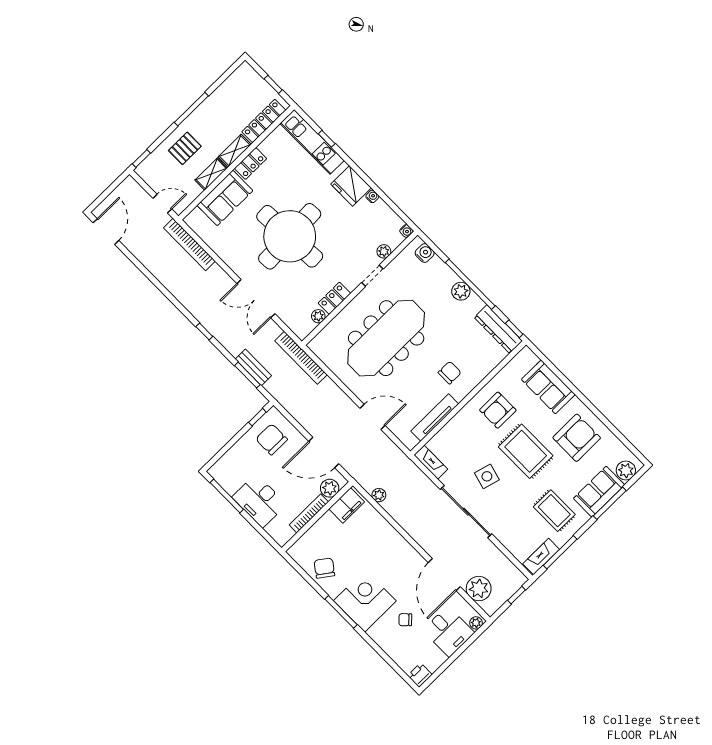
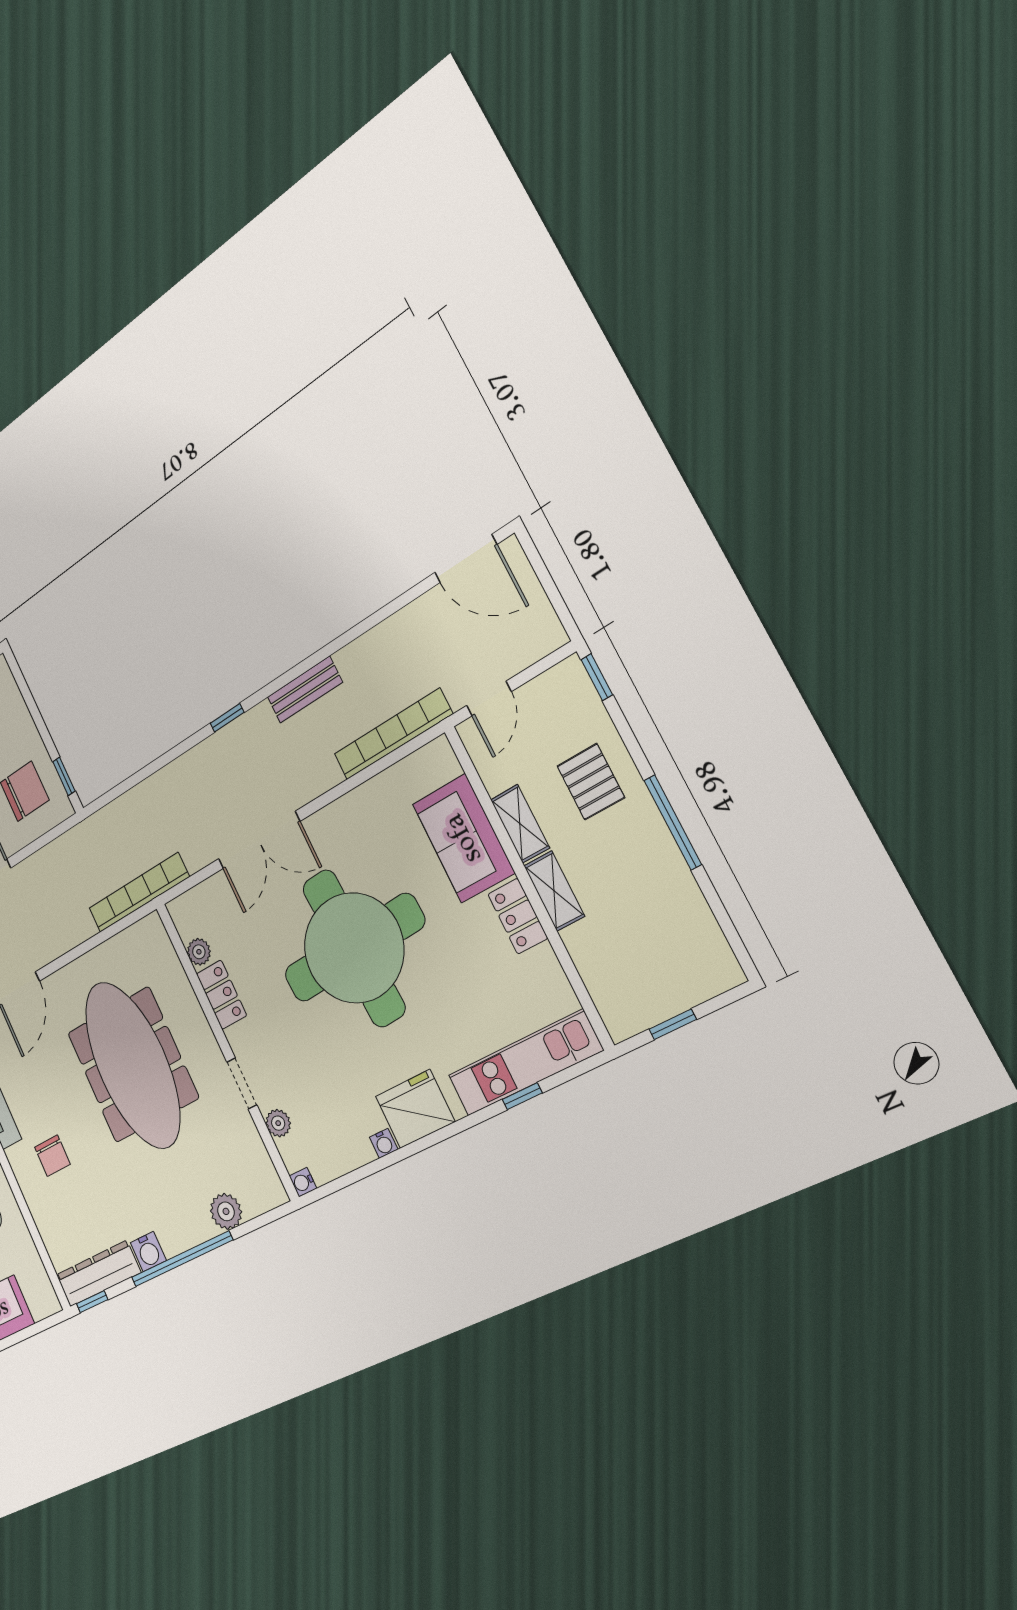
locker: (264, 121) -> (599, 976), removed
water cooler: (425, 253) -> (148, 1252), moved
plant: (461, 291) -> (226, 1211), moved
double door: (256, 299) -> (259, 840), swing flipped
bench: (253, 367) -> (305, 690), moved
window: (247, 375) -> (134, 780), removed

